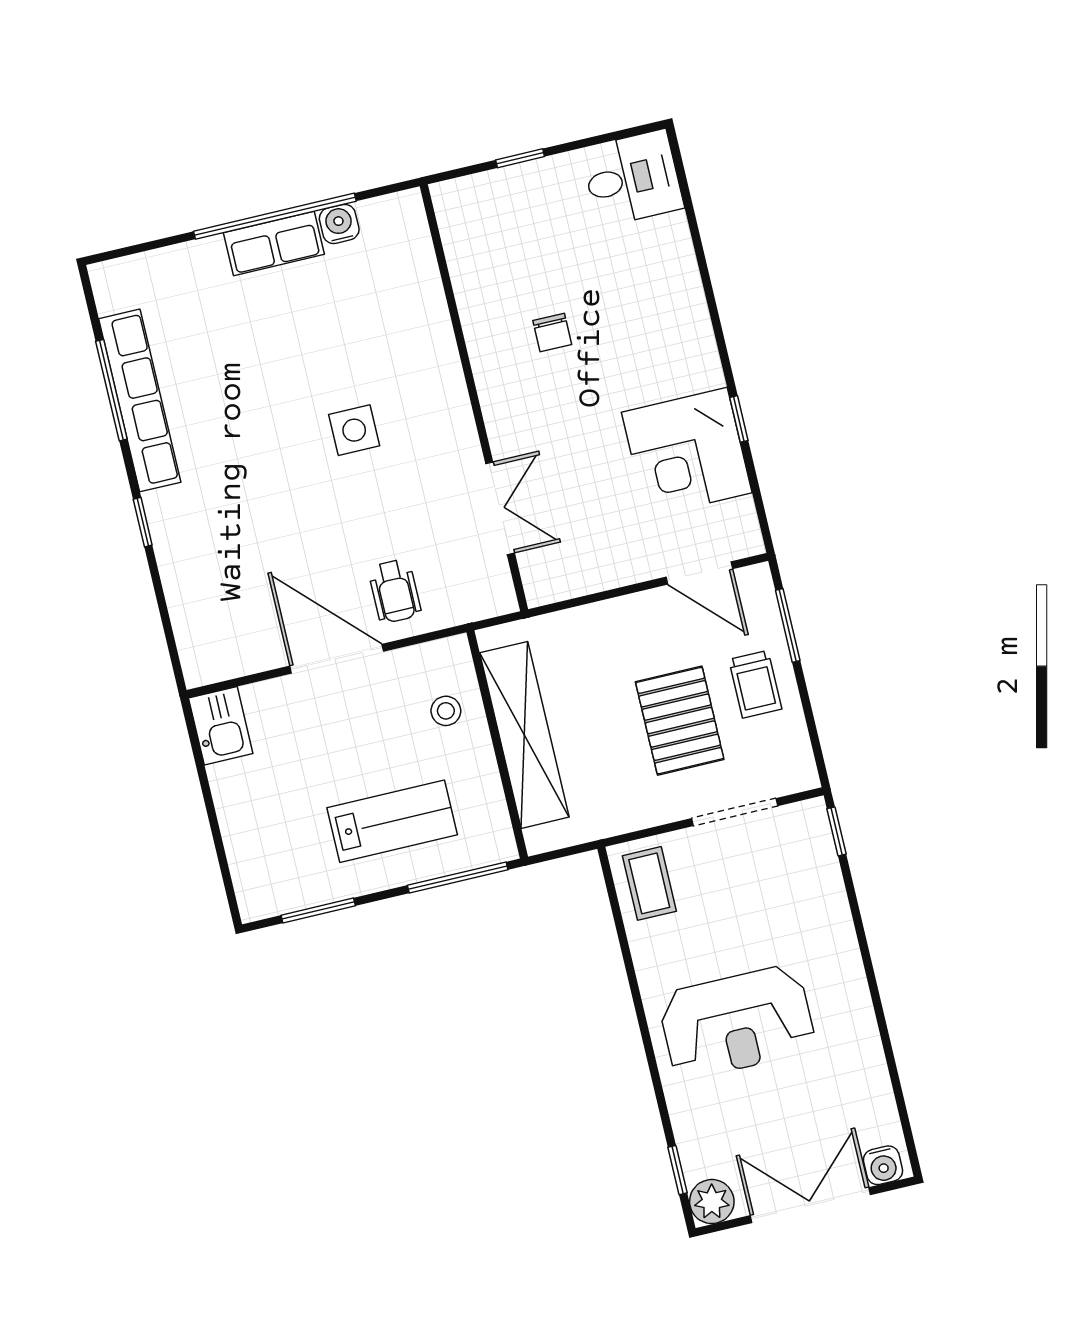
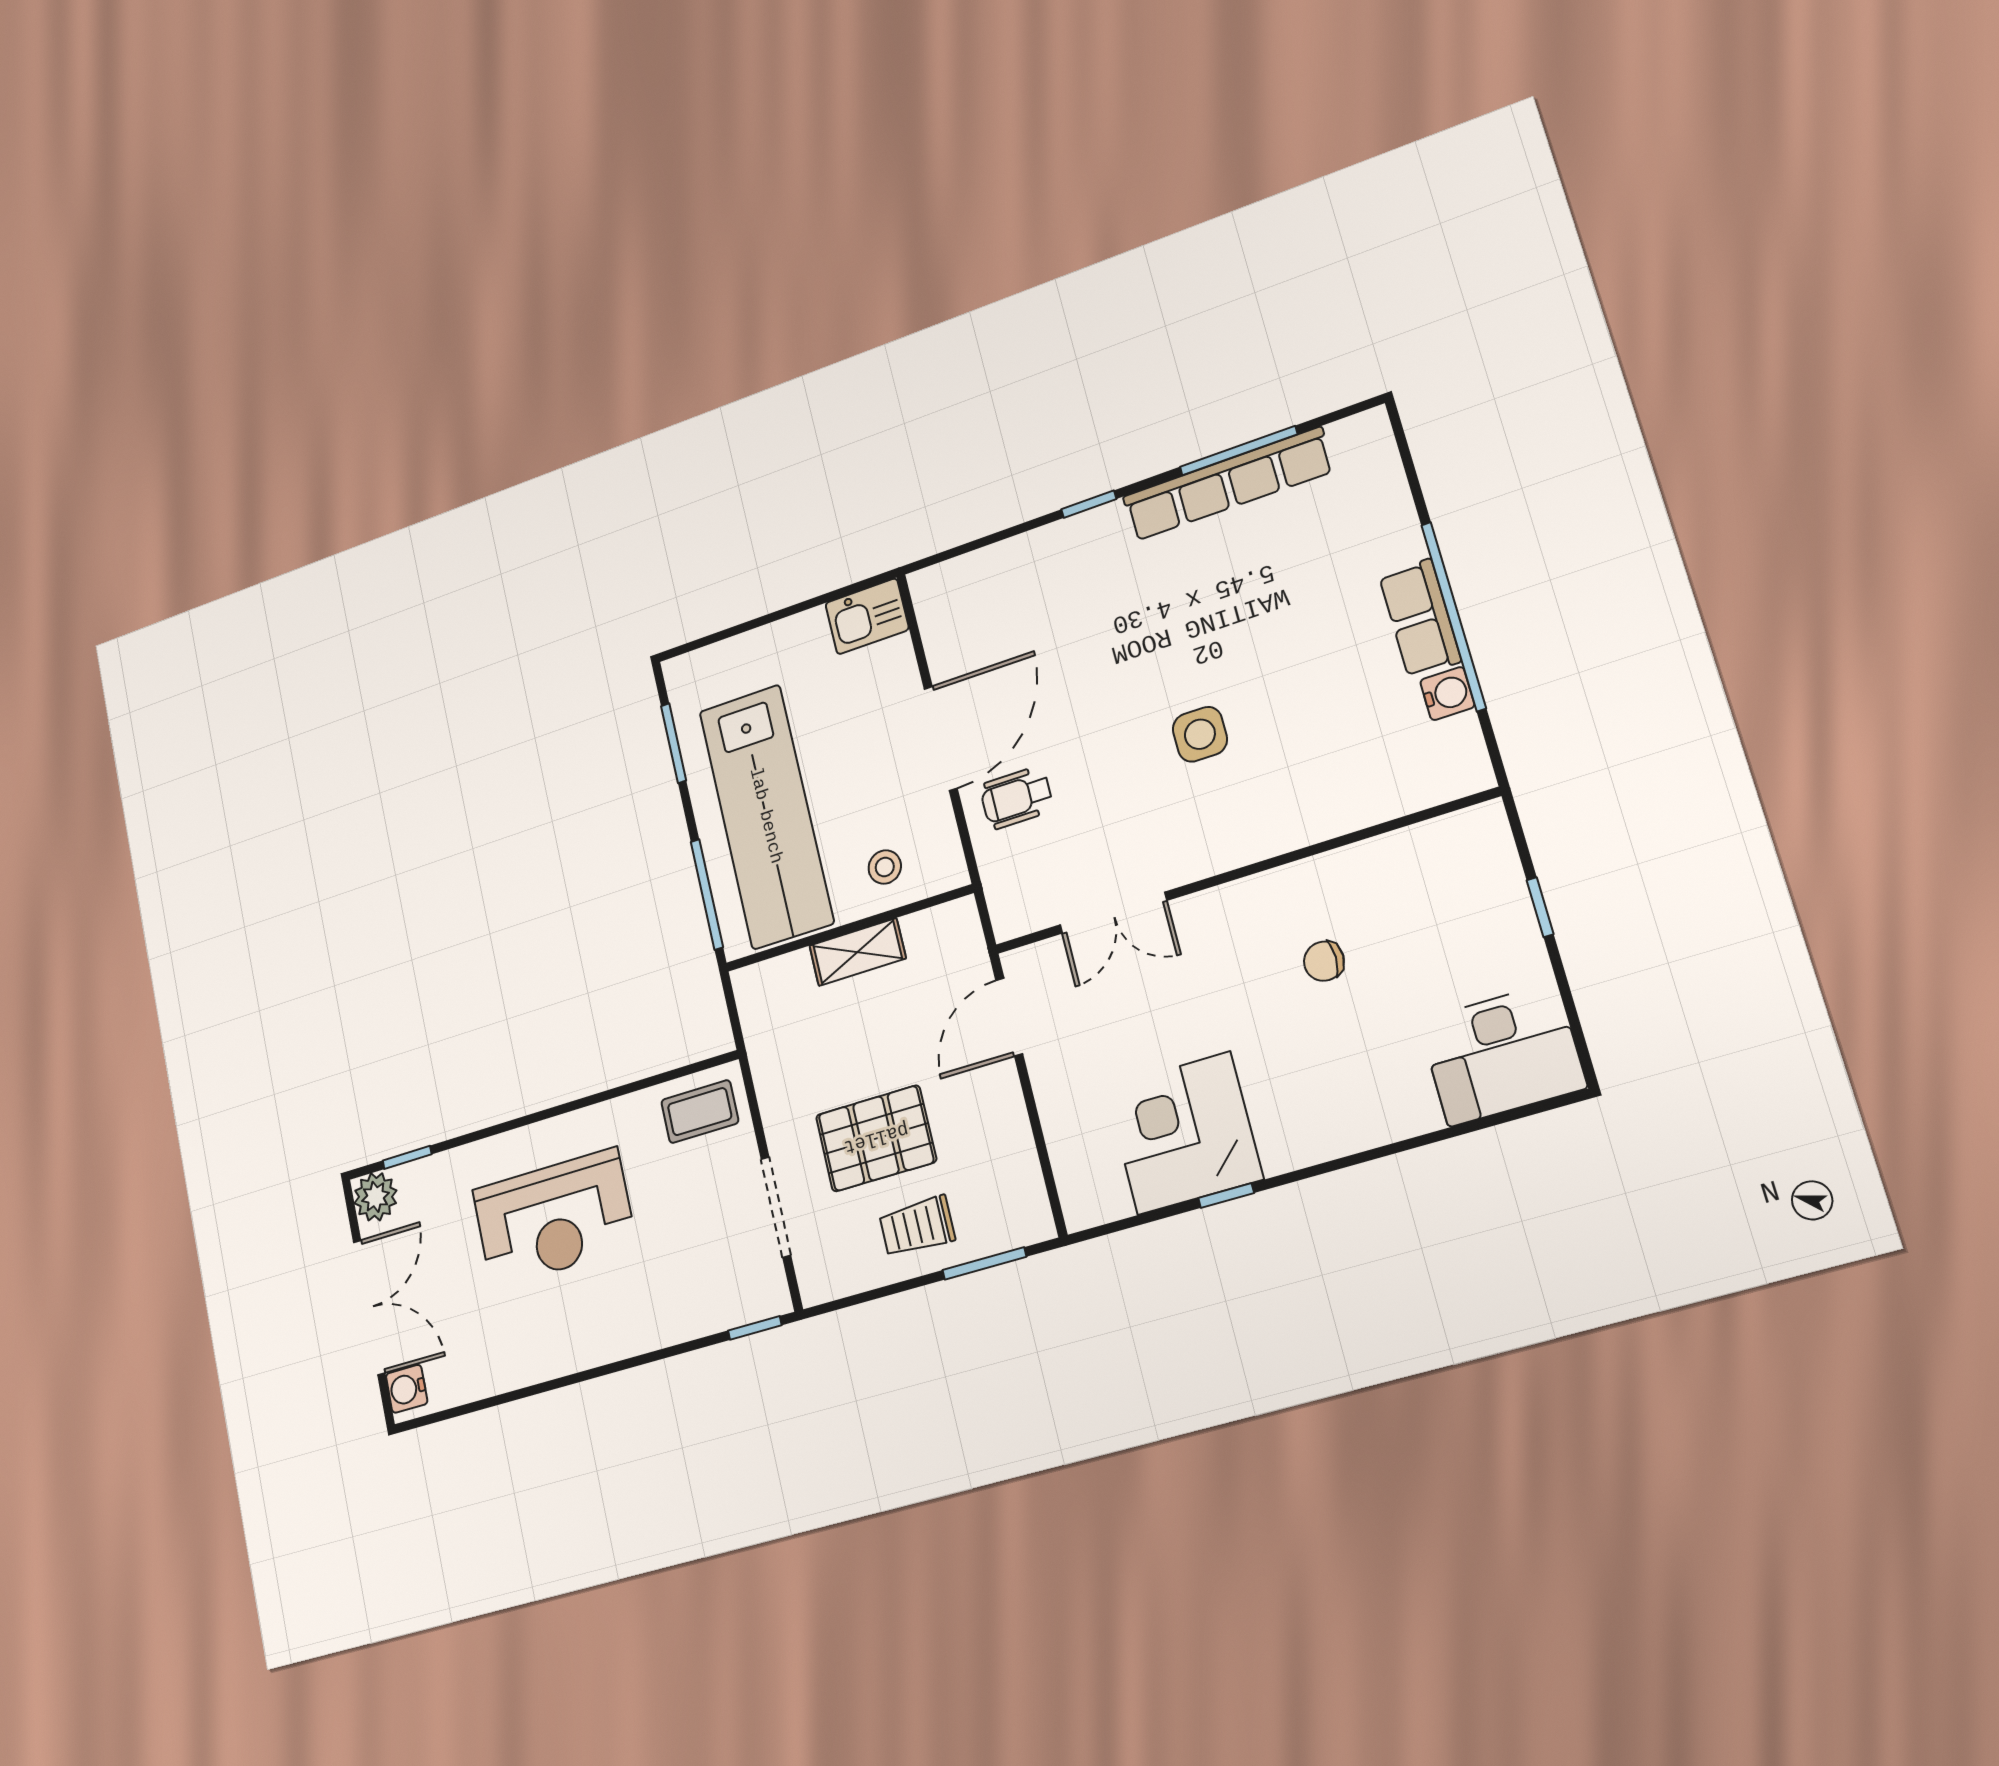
desk: (632, 178) -> (1502, 1054), width x1.37
door: (699, 573) -> (1009, 1017), moved
shelving: (524, 735) -> (858, 952), width x0.45, depth x0.75
lab bench: (392, 821) -> (766, 816), width x1.86, depth x1.39
reception desk: (737, 1022) -> (554, 1218), turned -90

